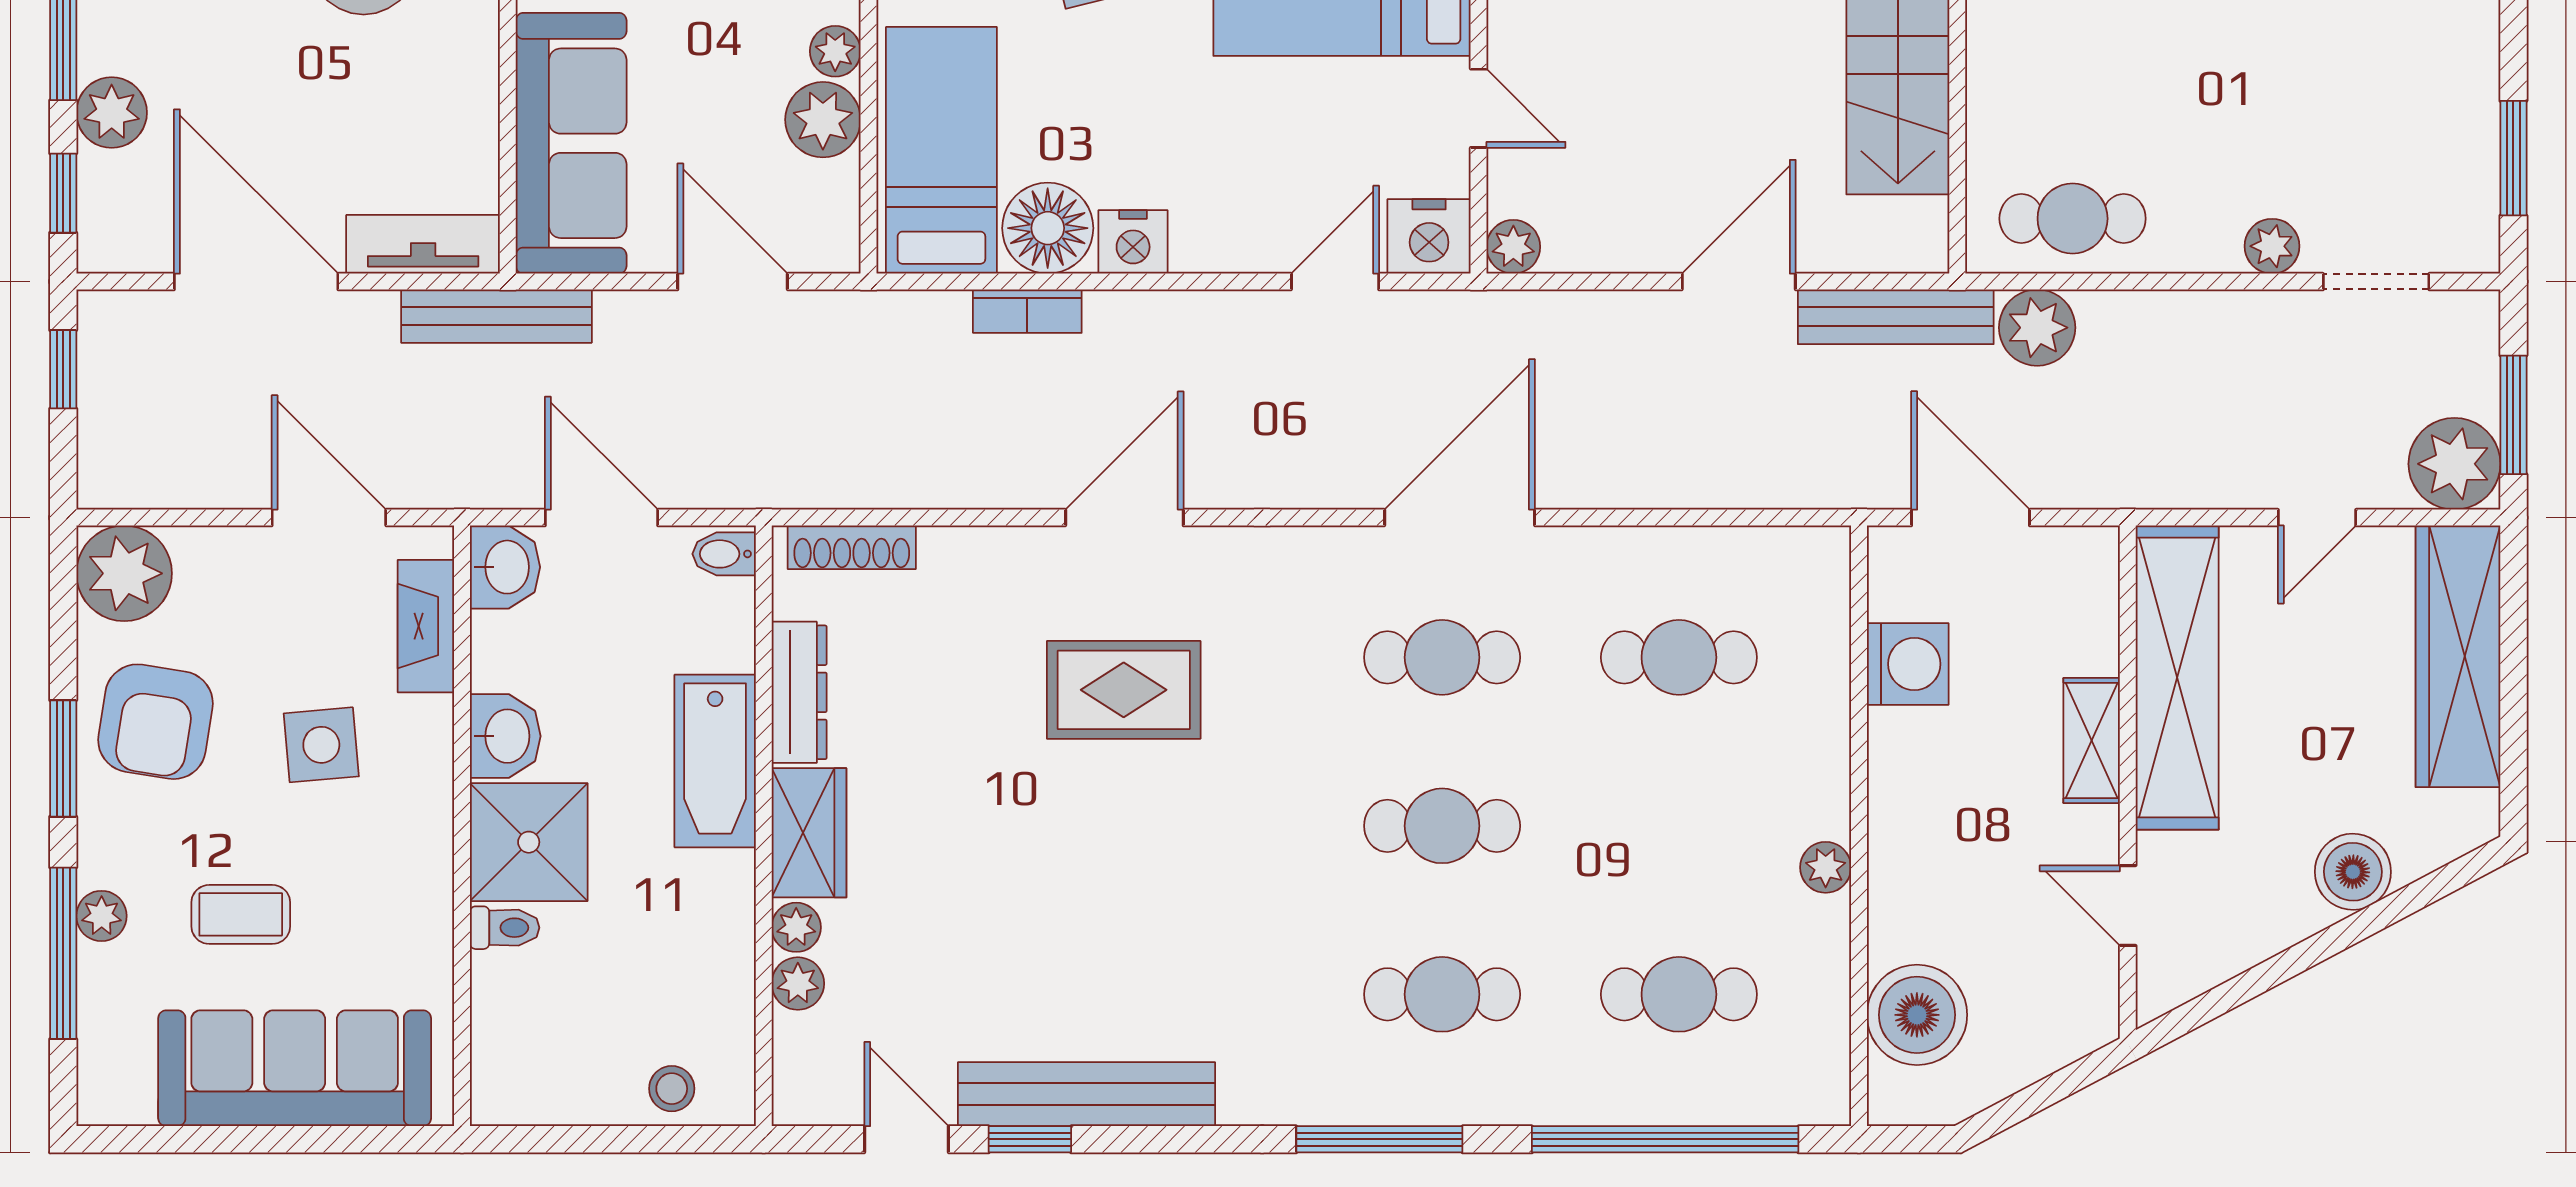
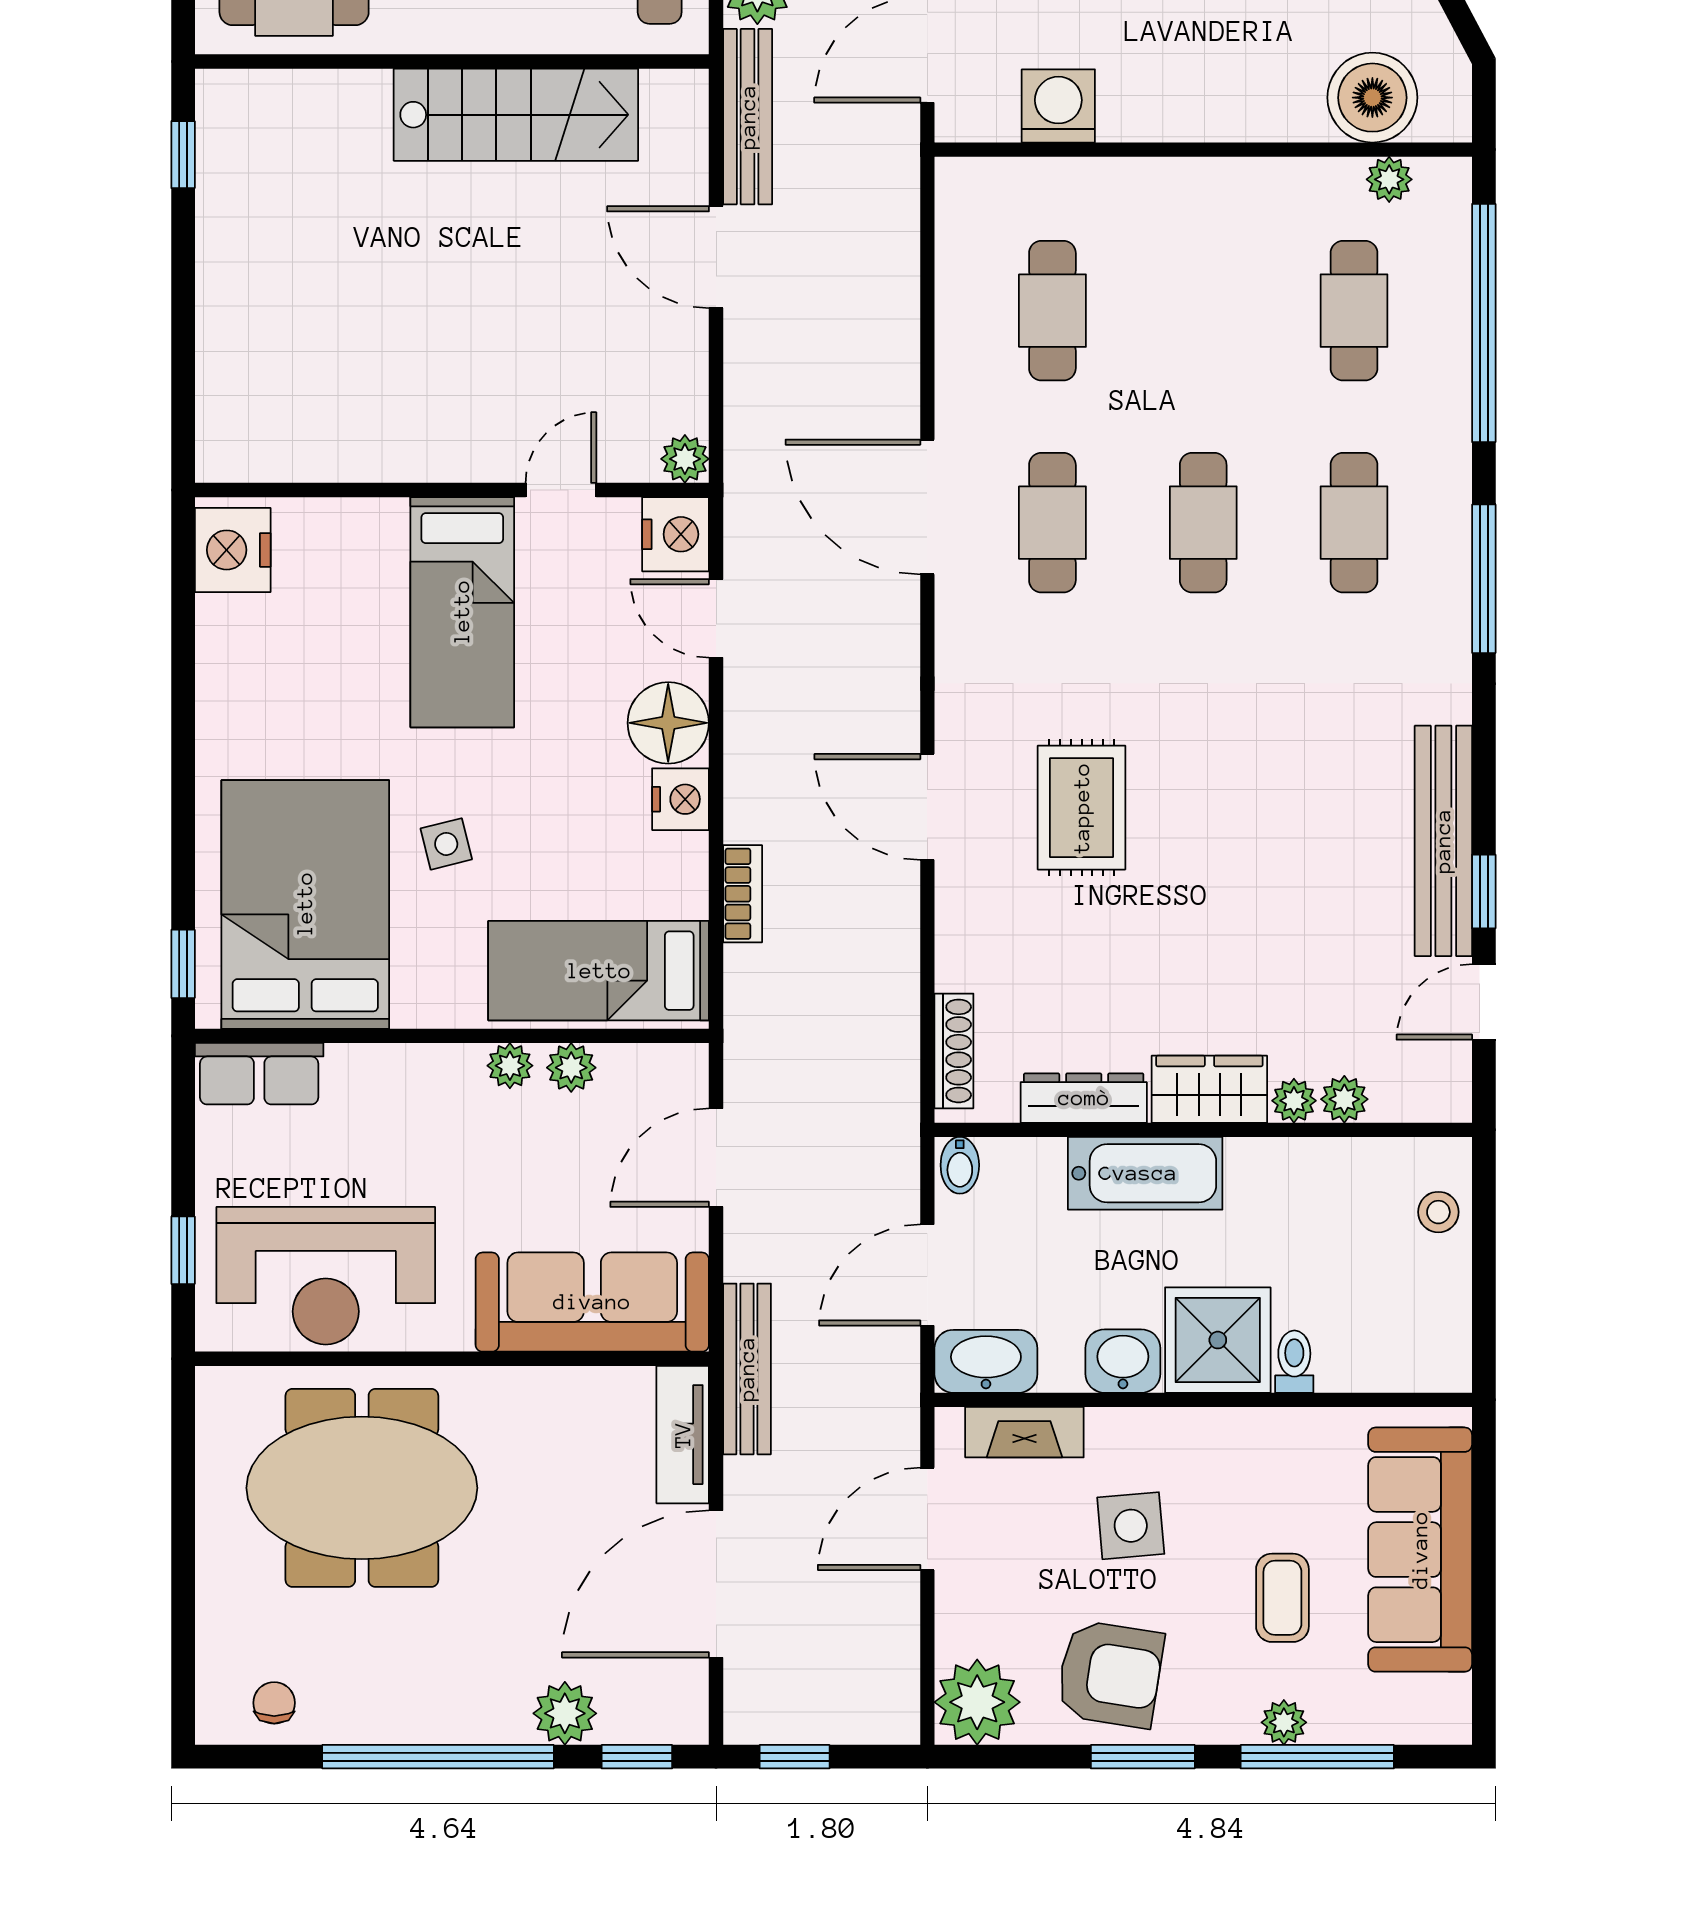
plant: (823, 120) -> (571, 1068), width x0.73, depth x0.73
floor lamp: (1048, 228) -> (668, 723), moved
washbasin: (505, 567) -> (986, 1361), width x1.38
plant: (1826, 867) -> (1389, 179), moved

